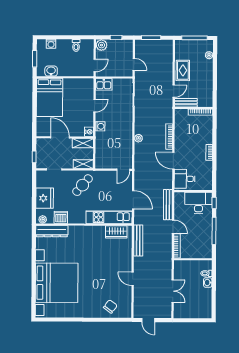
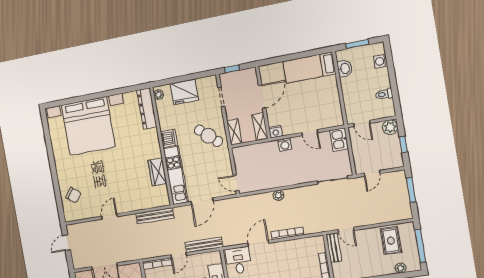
rug: (183, 70) -> (391, 241), moved, turned 90
bed: (49, 97) -> (309, 68), width x0.67
dishwasher: (61, 217) -> (169, 138), moved
wardrobe: (116, 232) -> (157, 172), moved

